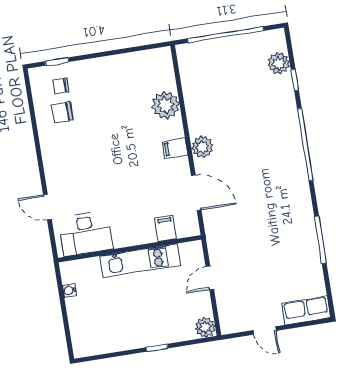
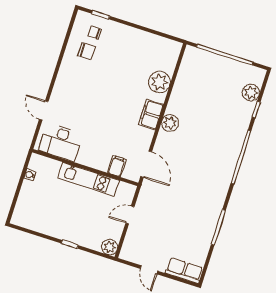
chair: (62, 112) -> (86, 51), turned 180
filing cabinet: (175, 148) -> (151, 115), width x2.00
door: (196, 193) -> (146, 164), moved

